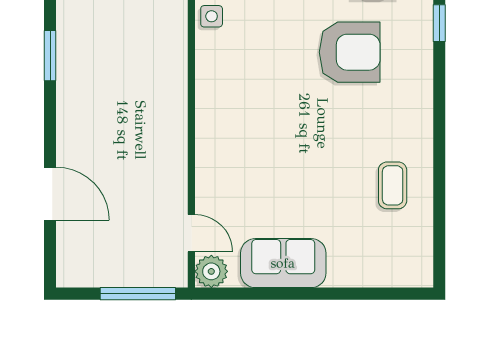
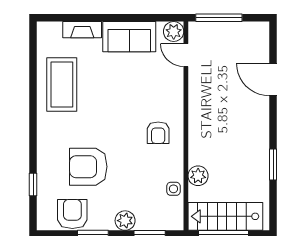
plant: (172, 37) -> (198, 176), added
armchair: (236, 107) -> (158, 133), added
coffee table: (393, 185) -> (62, 85), width x1.86, depth x1.72
fireplace: (360, 274) -> (82, 30), added

